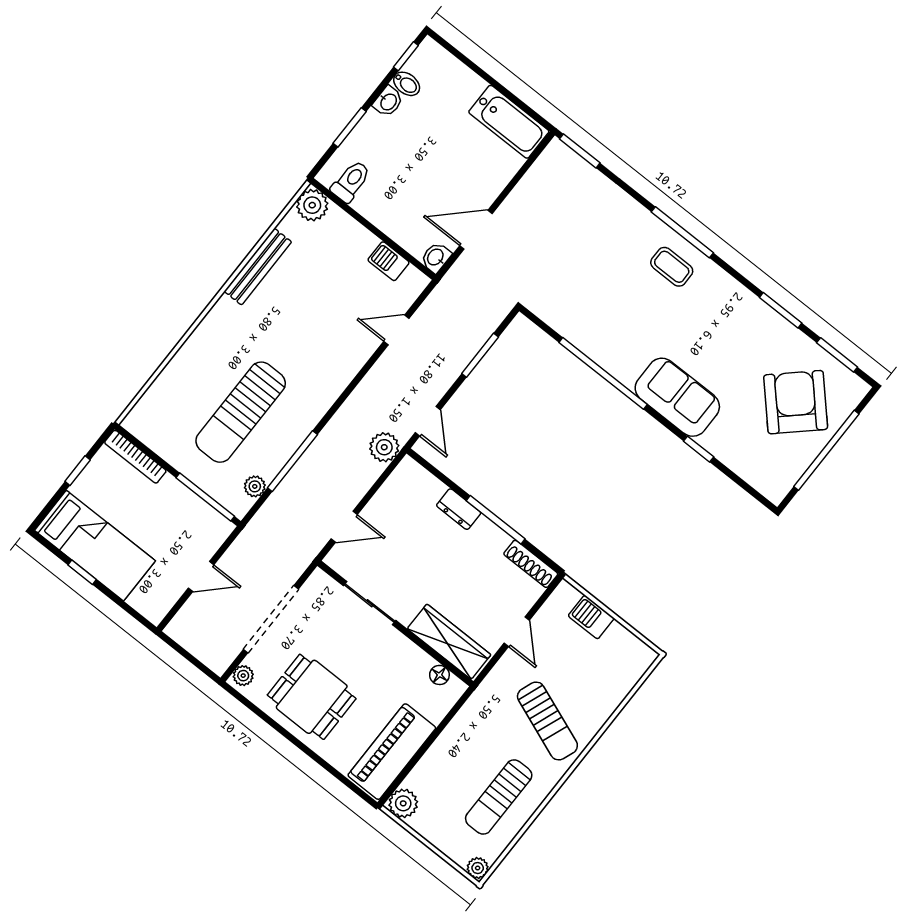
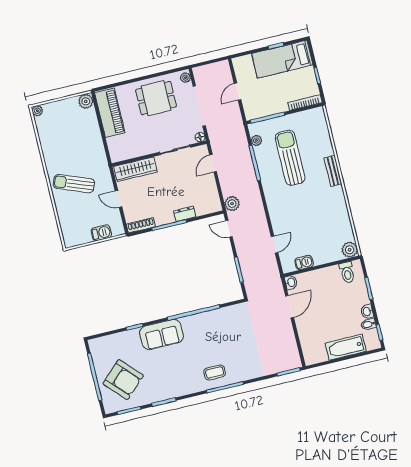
bathtub: (509, 122) -> (346, 347), moved
bench: (258, 267) -> (333, 171), moved, width x0.73
floor lamp: (439, 675) -> (200, 137), moved
sun lounger: (499, 797) -> (59, 141), removed

